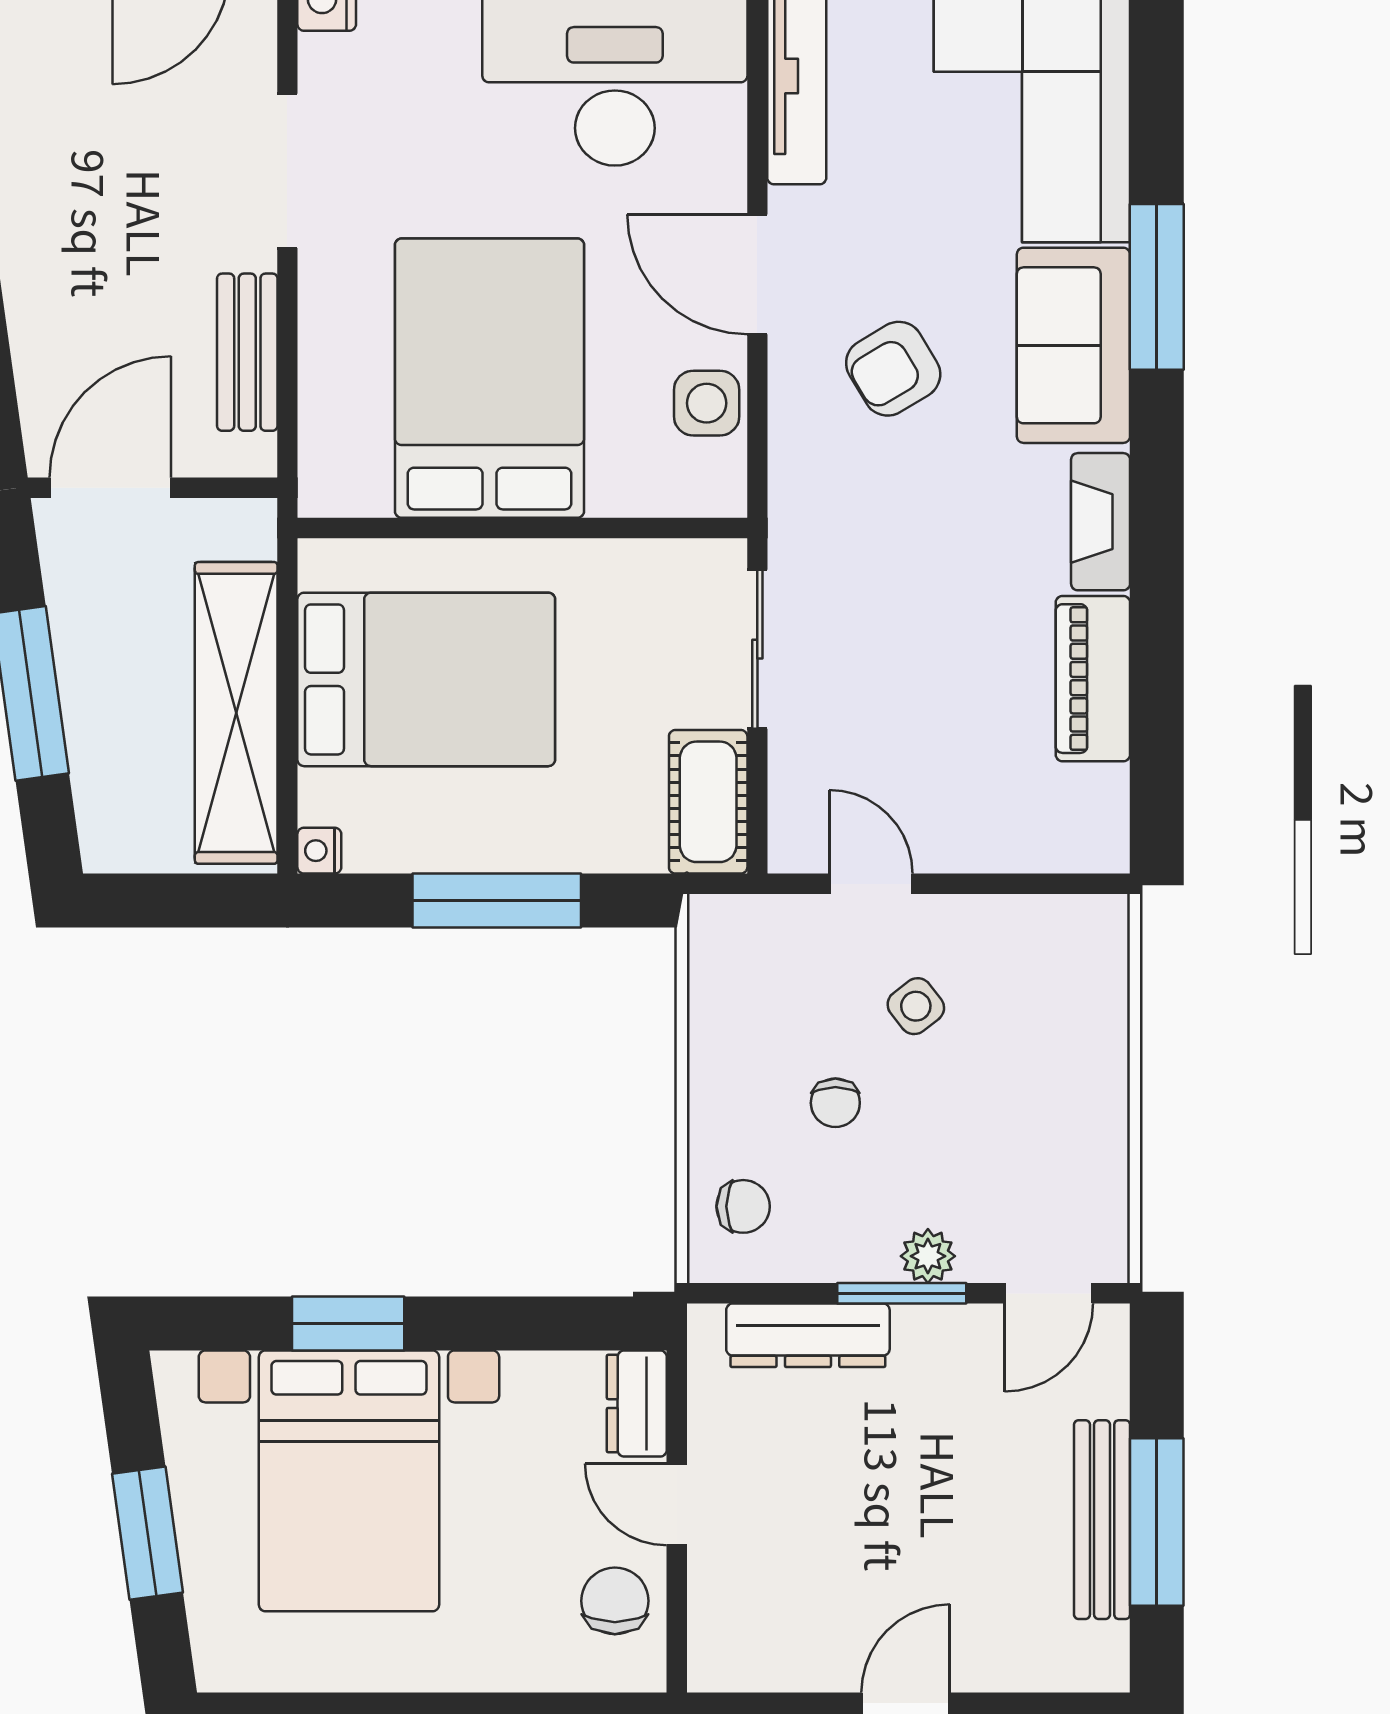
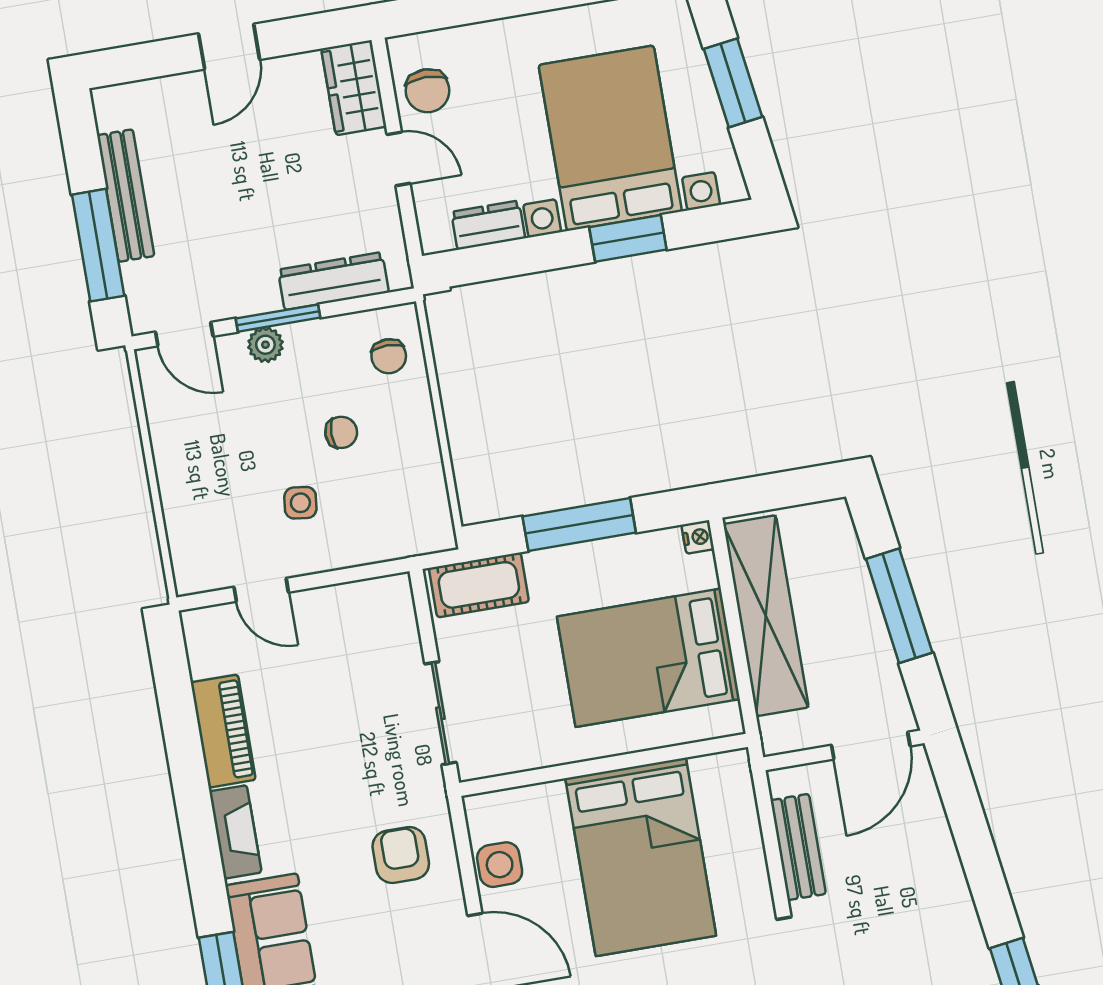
armchair: (893, 369) -> (401, 855), moved, turned -59
cot: (708, 802) -> (479, 585), moved, turned 90
door: (871, 884) -> (261, 590), moved
side table: (916, 1006) -> (300, 503), turned 45
chair: (835, 1103) -> (341, 432), turned 90
chair: (743, 1206) -> (389, 356), turned -90
door: (1049, 1293) -> (184, 334), swing flipped
dresser: (637, 1404) -> (488, 225), moved, turned -90
window: (1157, 1522) -> (98, 245), moved
wardrobe: (726, 1625) -> (354, 88), added

